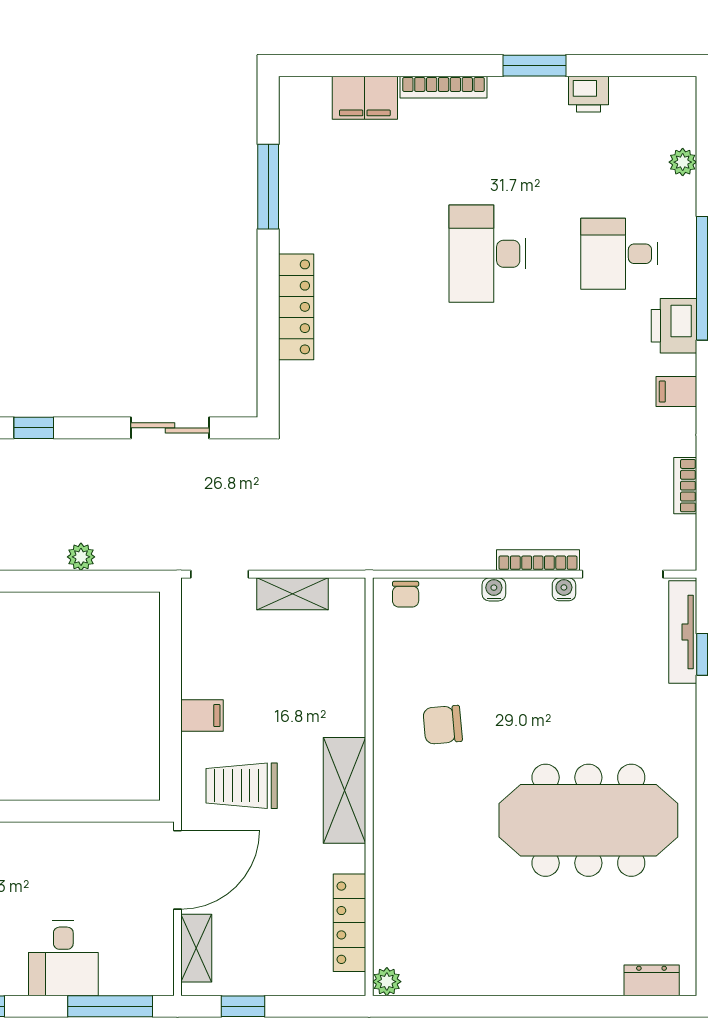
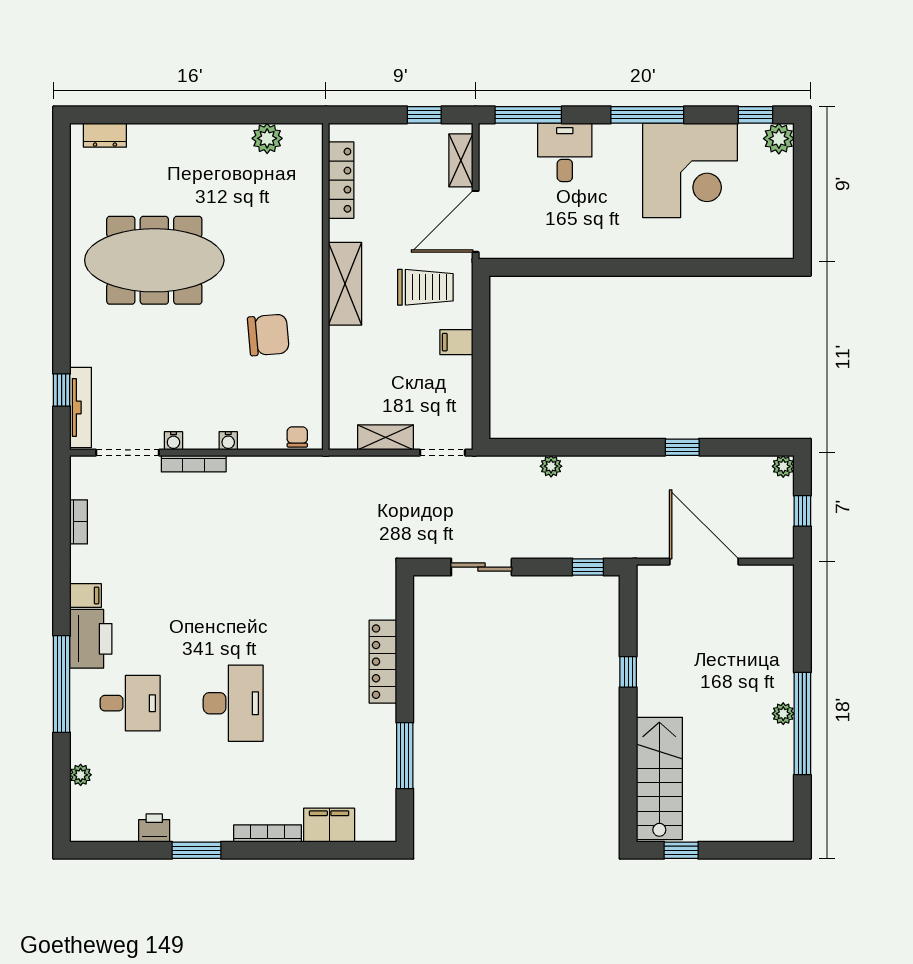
printer: (674, 326) -> (91, 639), width x1.37, depth x1.19
chair: (443, 725) -> (268, 335), width x1.37, depth x1.37
plant: (387, 982) -> (267, 138), moved, width x1.38, depth x1.38

